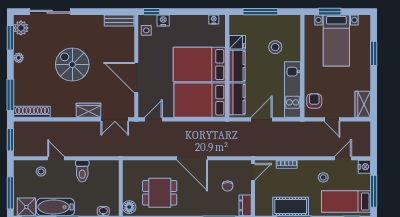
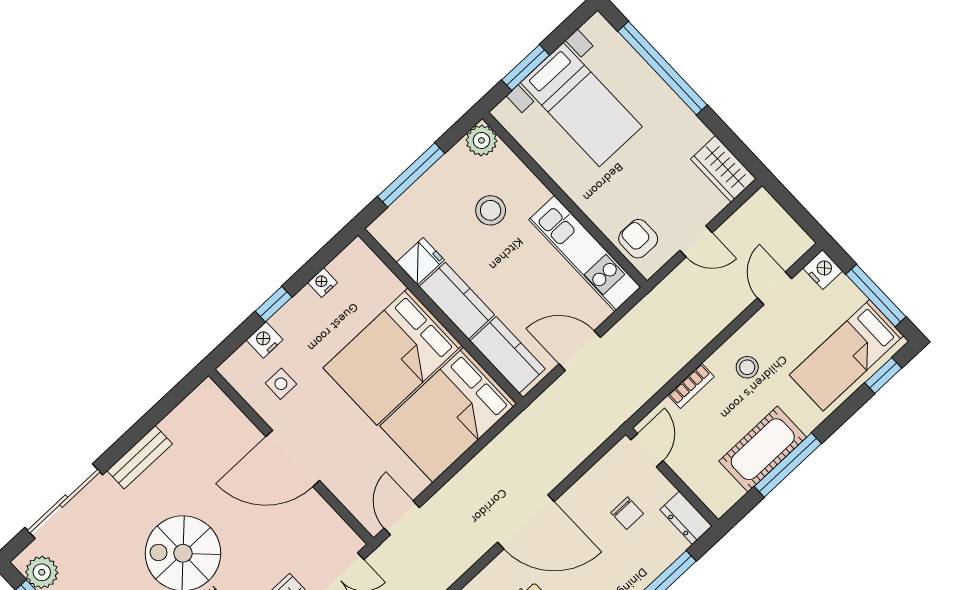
window: (152, 12) -> (274, 304), moved
nightstand: (214, 19) -> (323, 283), moved
bench: (119, 20) -> (140, 457), moved
plant: (293, 22) -> (481, 140), added
side table: (146, 30) -> (281, 384), moved
window: (374, 53) -> (662, 68), width x2.11
door: (136, 78) -> (293, 459), moved
door: (261, 119) -> (580, 351), hinge flipped
stool: (323, 177) -> (747, 367), moved

